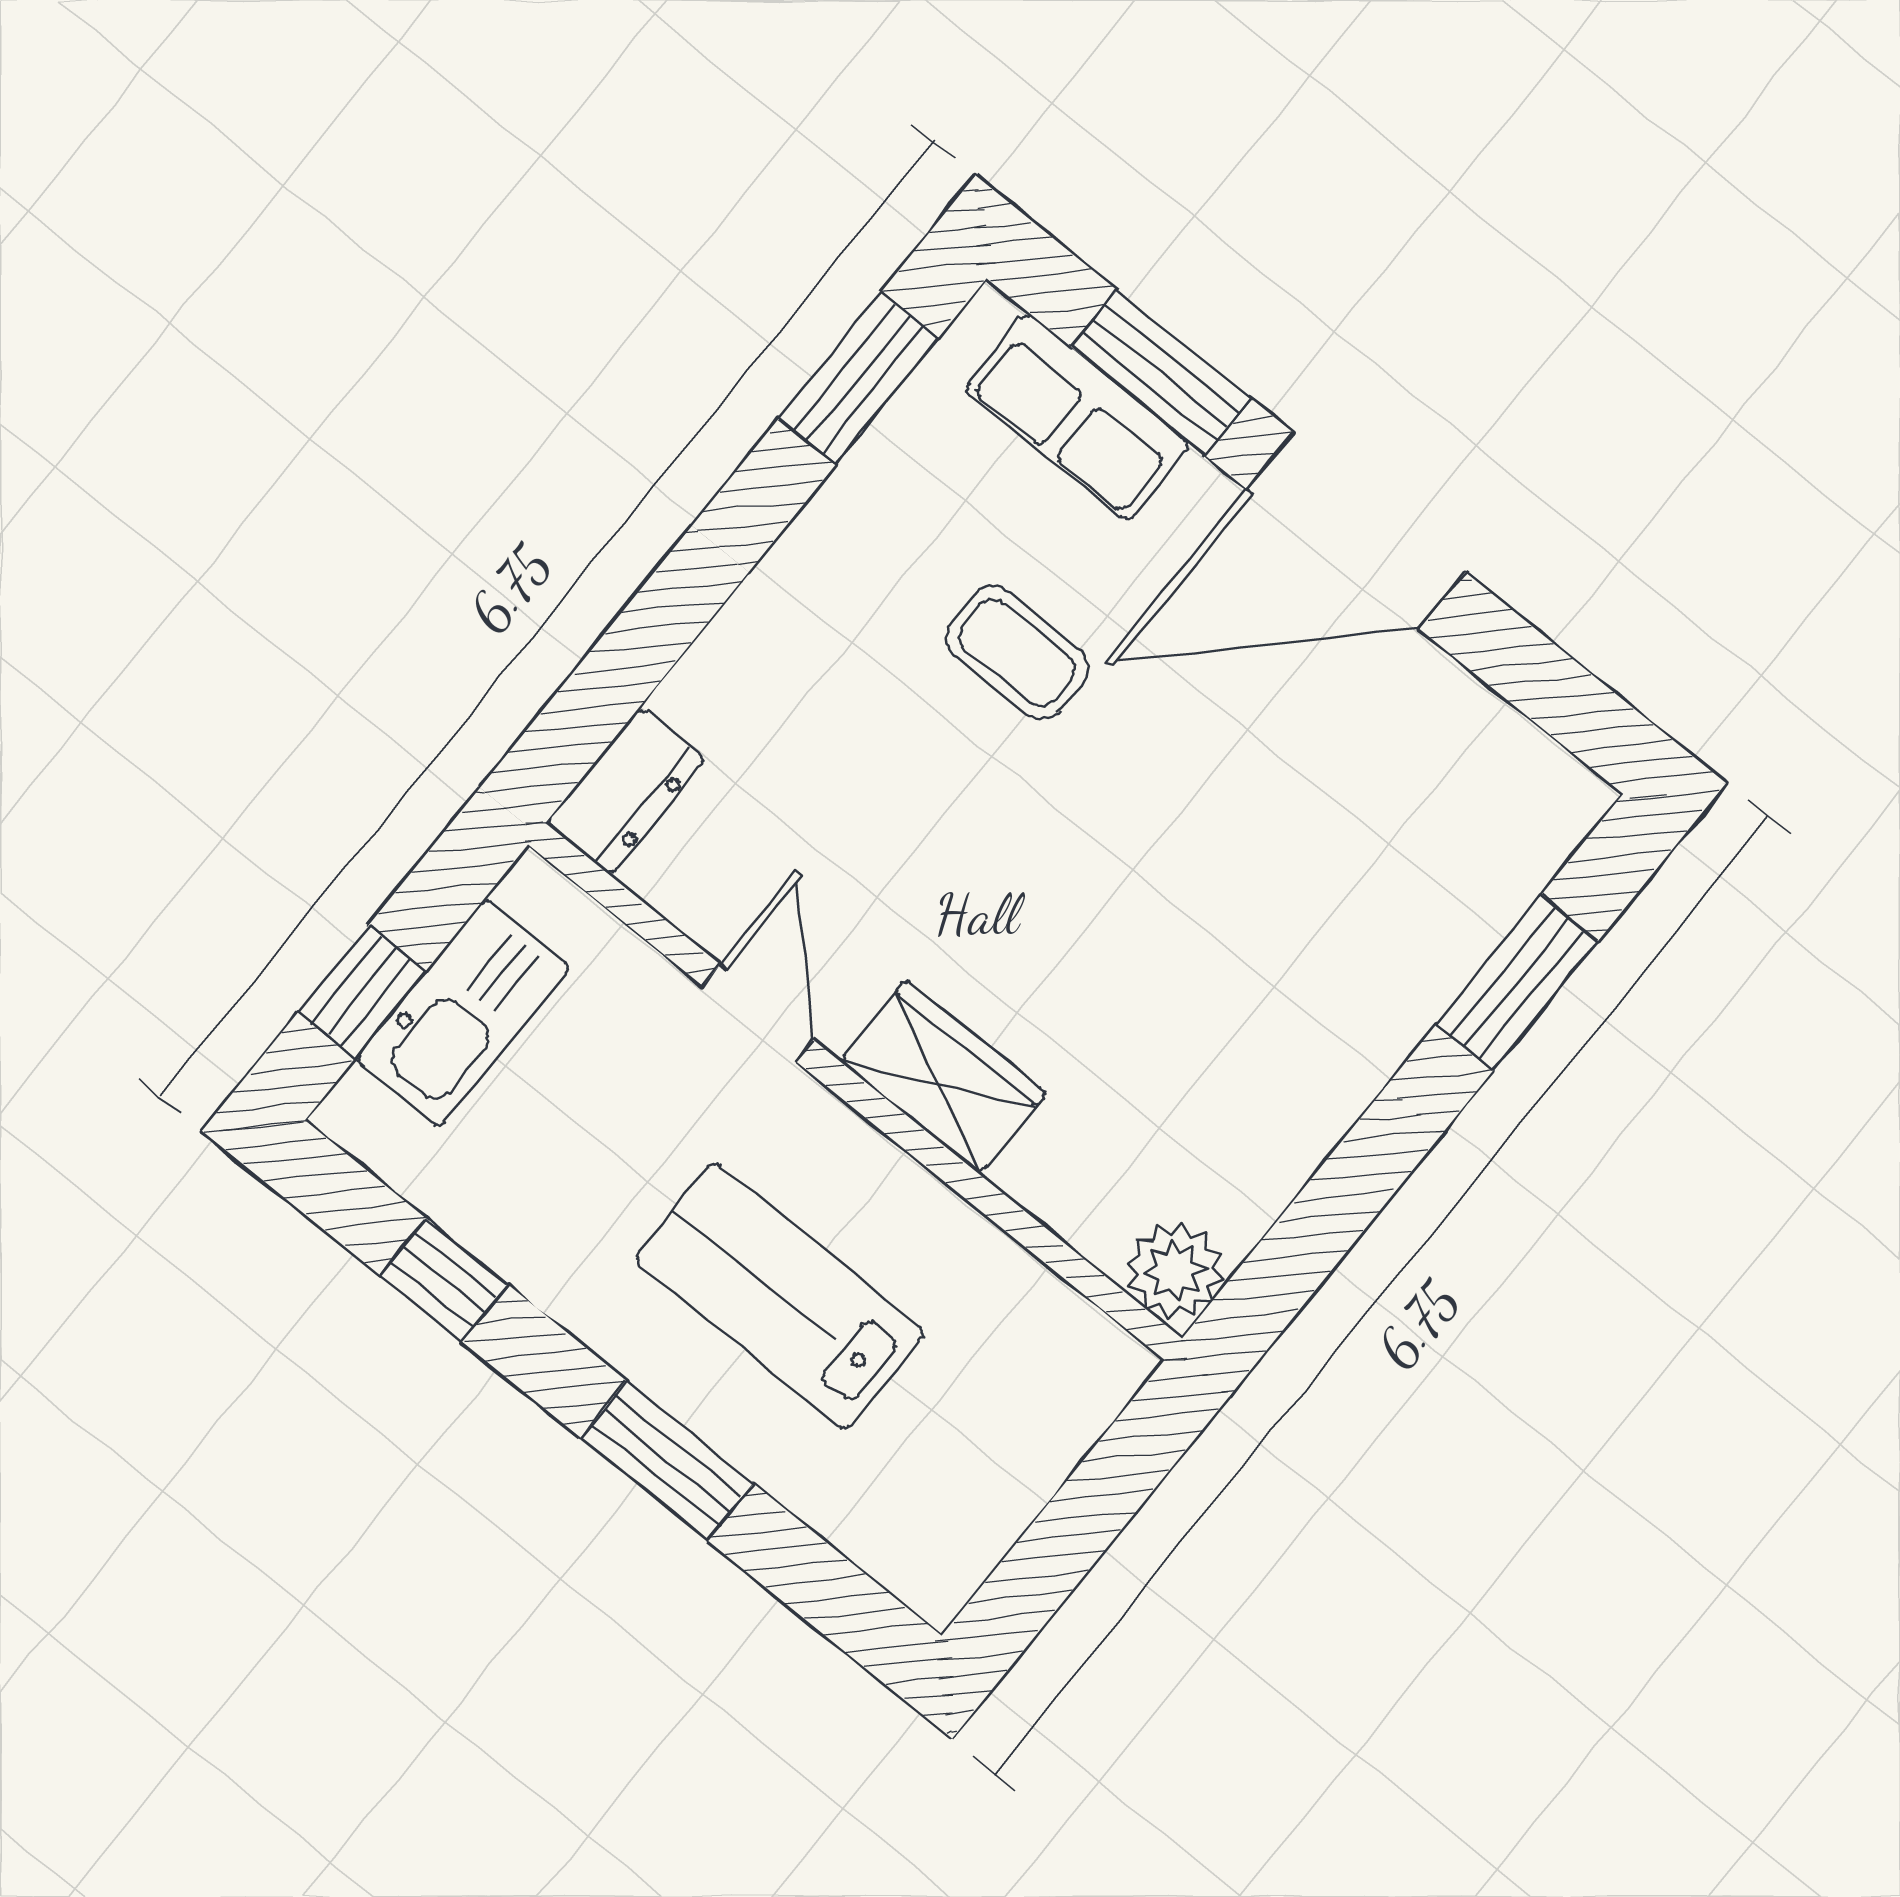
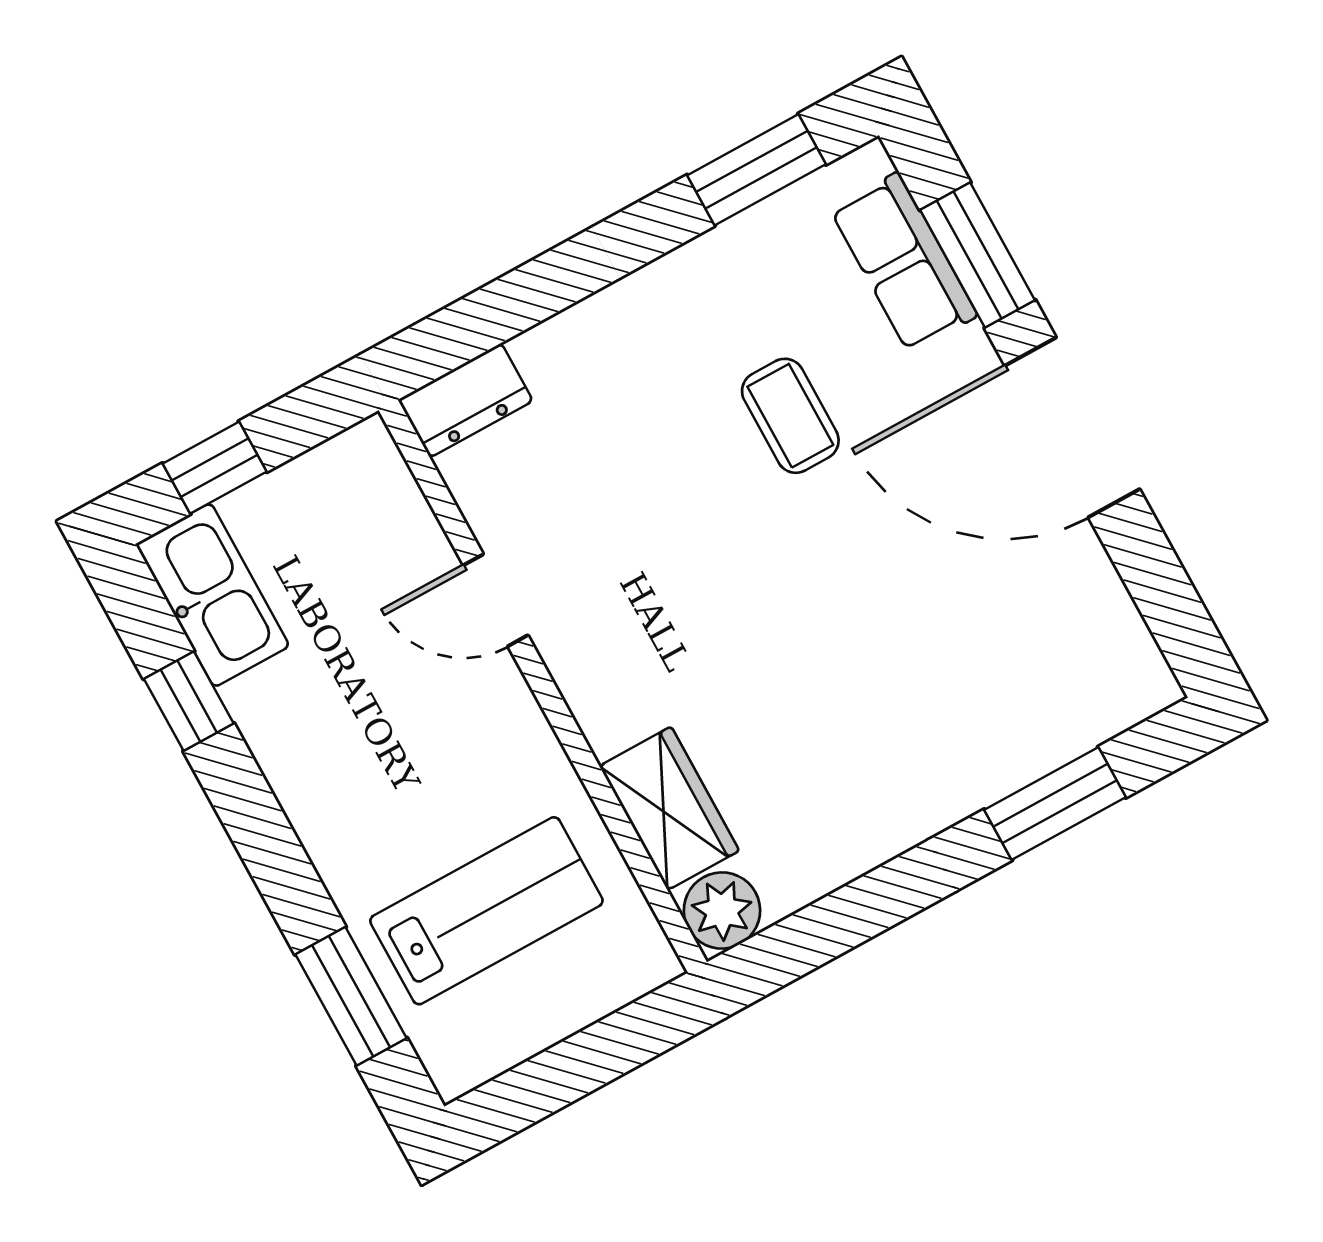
kitchen sink: (463, 1013) -> (212, 595), moved, turned -90
door: (758, 1013) -> (496, 600), swing flipped
wardrobe: (943, 1077) -> (669, 808), moved
lab bench: (780, 1296) -> (486, 911), moved, turned 90
window: (667, 1461) -> (351, 996), moved

